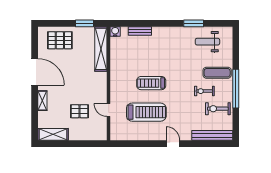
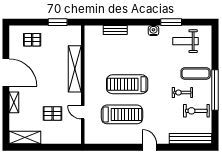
water cooler: (115, 31) -> (153, 31), moved
pallet: (60, 40) -> (32, 40), width x0.67, depth x0.71
shelving: (101, 49) -> (75, 69), moved
treadmill: (151, 83) -> (127, 84), width x1.37, depth x1.38

